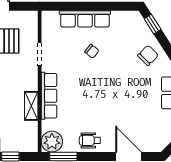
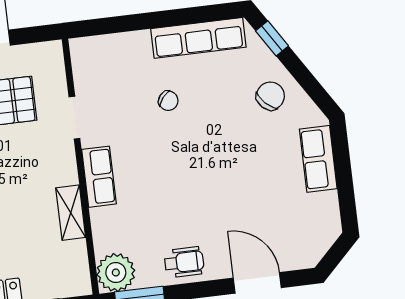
row of seats: (85, 19) -> (198, 38), moved
row of seats: (49, 96) -> (99, 177), width x0.68
wheelchair: (90, 140) -> (184, 262), turned 180

